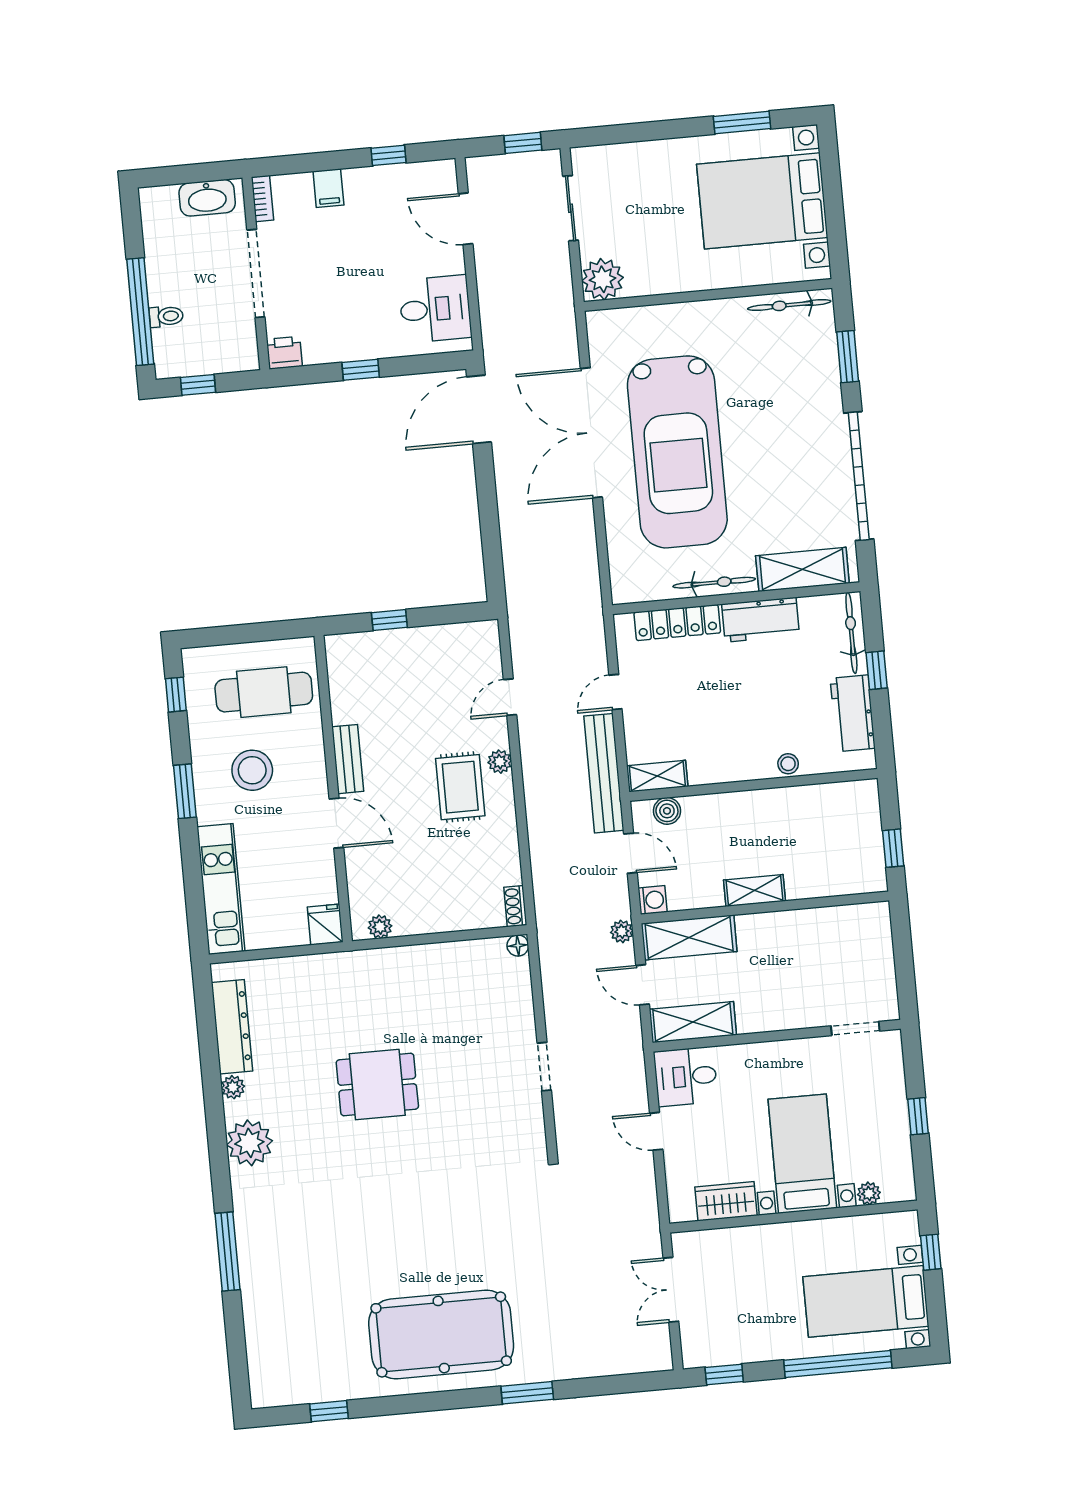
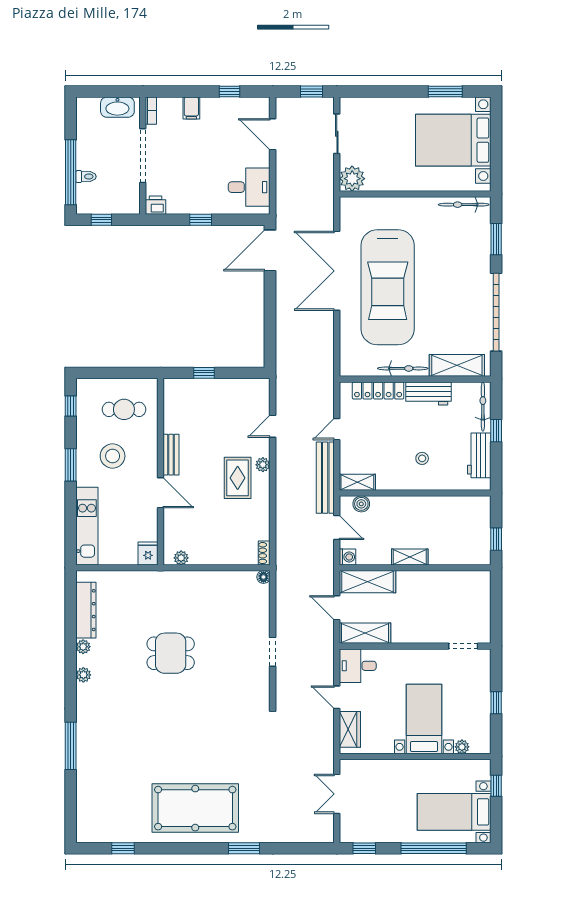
cafe table: (264, 692) -> (124, 409), width x0.73, depth x0.74
stool: (788, 764) -> (422, 458), moved
plant: (622, 931) -> (327, 574), removed
plant: (249, 1143) -> (83, 675), width x0.53, depth x0.53
wardrobe: (726, 1201) -> (350, 729), moved, turned 90

